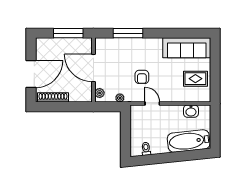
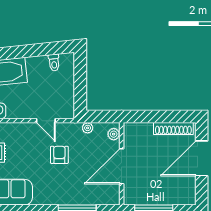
door: (93, 68) -> (122, 166), swing flipped

